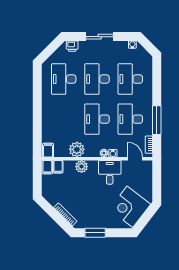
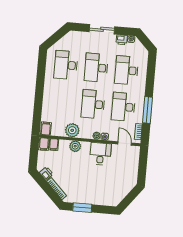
printer: (72, 46) -> (122, 40), moved
printer: (53, 199) -> (46, 173), added
corner desk: (130, 207) -> (116, 187), removed

